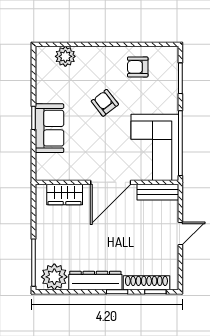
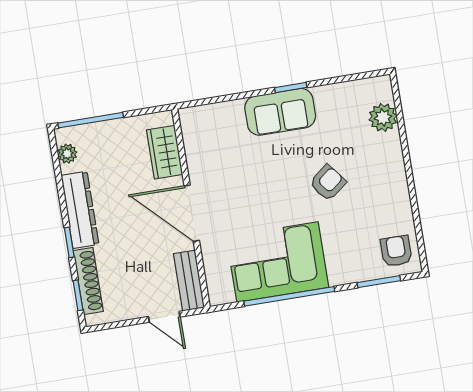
armchair: (138, 67) -> (396, 251), moved
wall: (107, 182) -> (191, 208), moved
door: (111, 182) -> (192, 213), moved
bench: (158, 192) -> (189, 281), moved
wardrobe: (65, 194) -> (165, 152), moved
plant: (54, 277) -> (67, 154), width x0.53, depth x0.53

